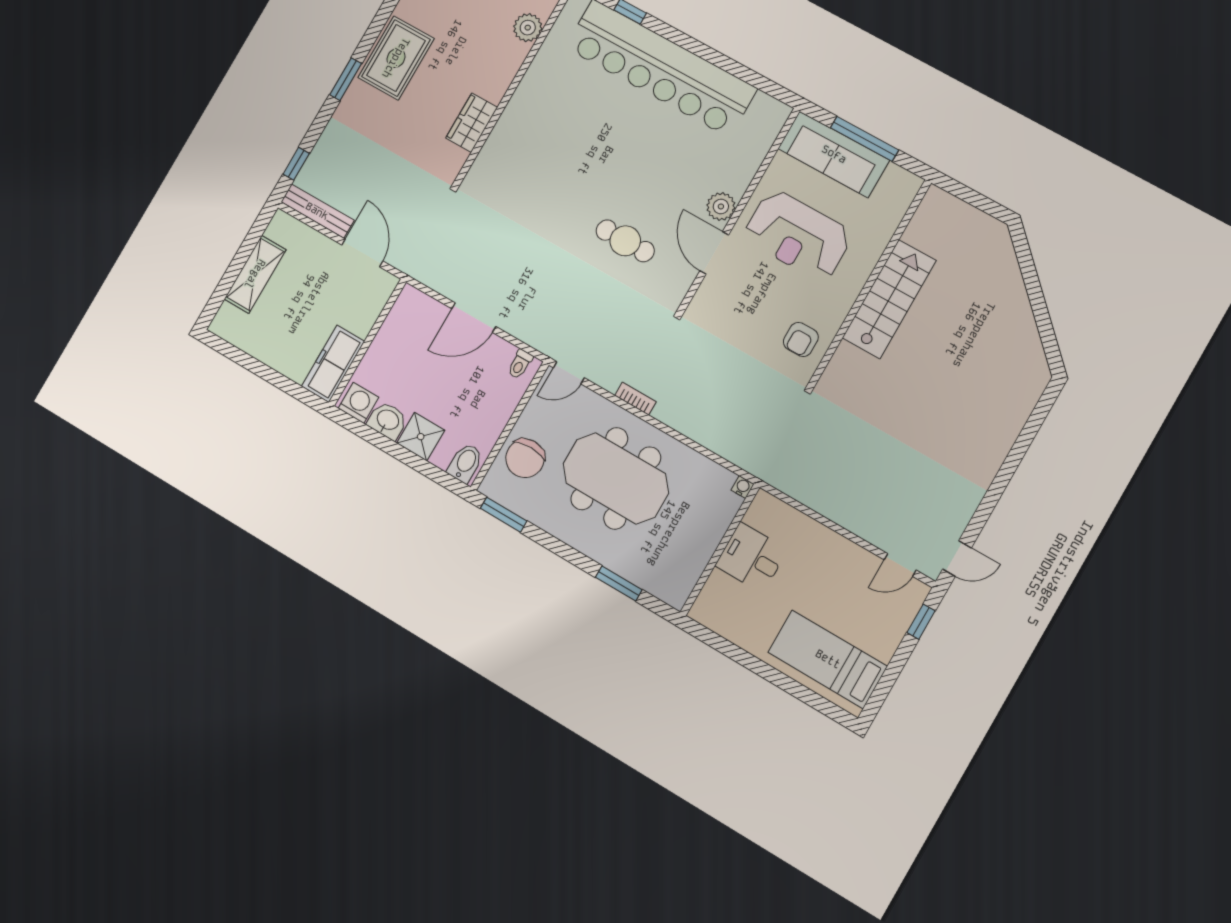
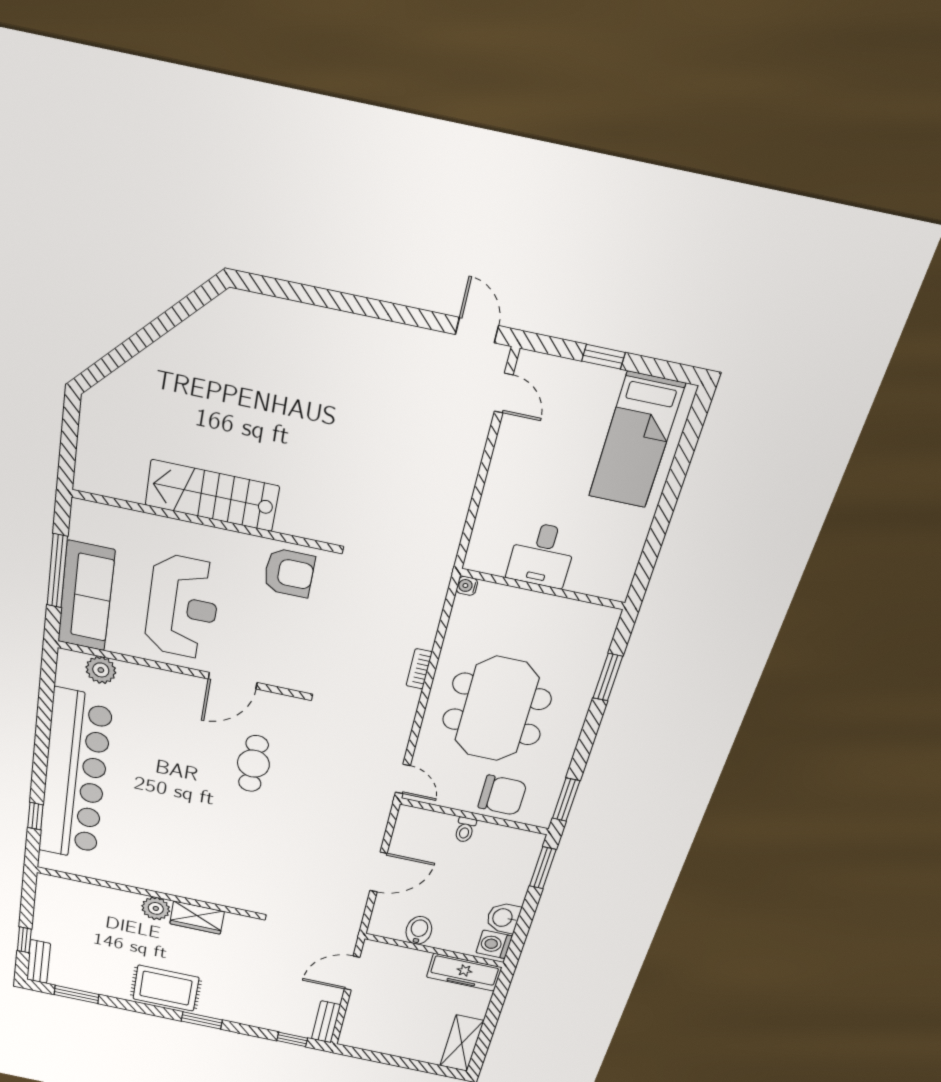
plant: (528, 28) -> (156, 908), moved
plant: (721, 206) -> (101, 670), moved
bench: (317, 211) -> (326, 1022), width x0.73
shelving: (255, 274) -> (462, 1043), moved, turned 90
door: (474, 318) -> (379, 872), hinge flipped
armchair: (801, 339) -> (289, 573), width x1.38, depth x1.38
toilet: (520, 364) -> (465, 830), moved, turned 90
bookcase: (635, 399) -> (419, 669), moved
shower: (421, 437) -> (510, 888), removed
bidet: (465, 463) -> (419, 930), moved, turned 90
window: (434, 473) -> (543, 868), added
window: (921, 622) -> (603, 357), moved

